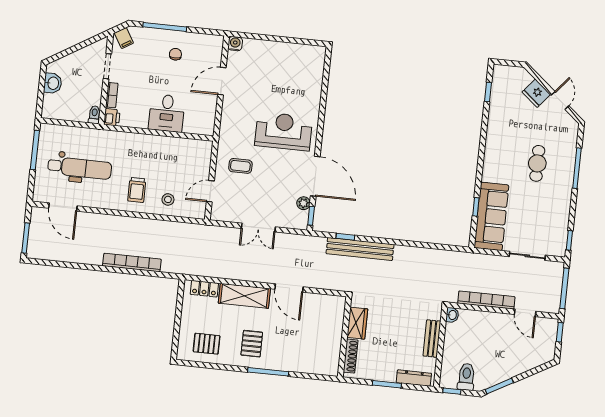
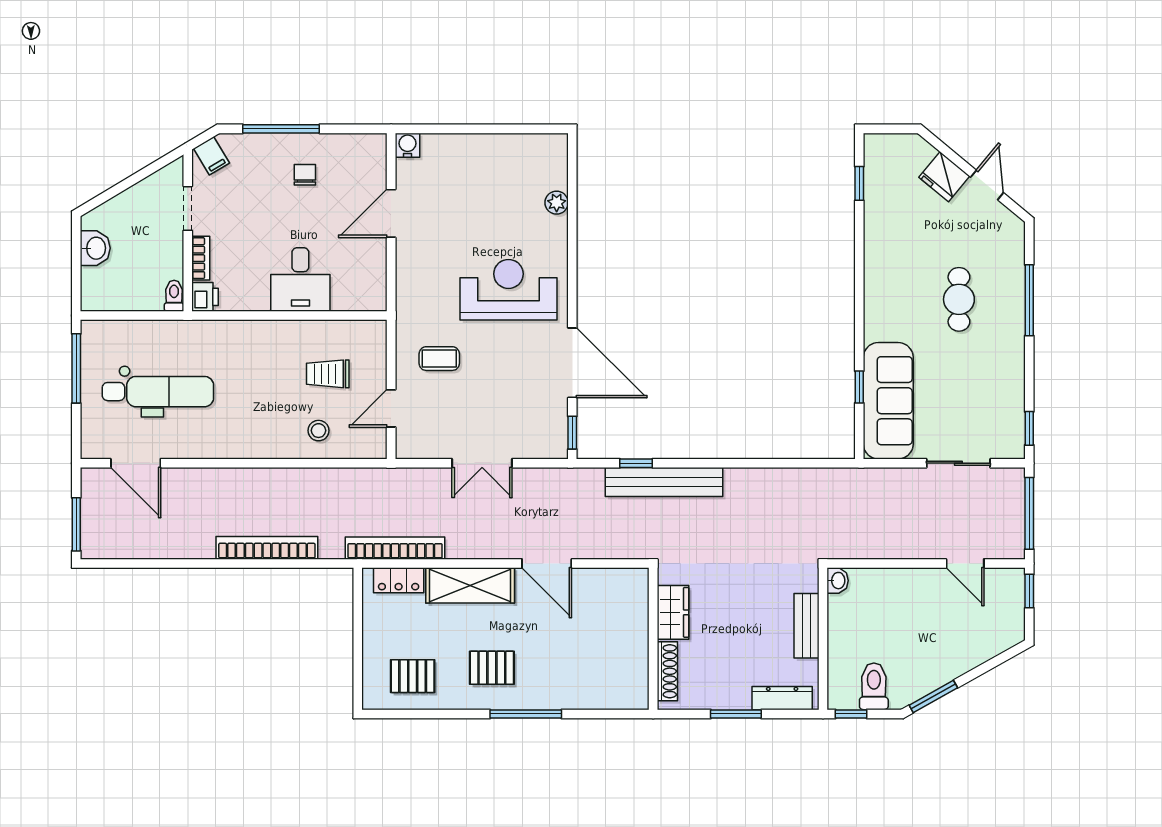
trolley: (137, 190) -> (328, 374), moved, turned 90
plant: (303, 203) -> (557, 203), moved
bookcase: (486, 300) -> (395, 548), moved
pallet: (252, 344) -> (492, 668), turned 90

